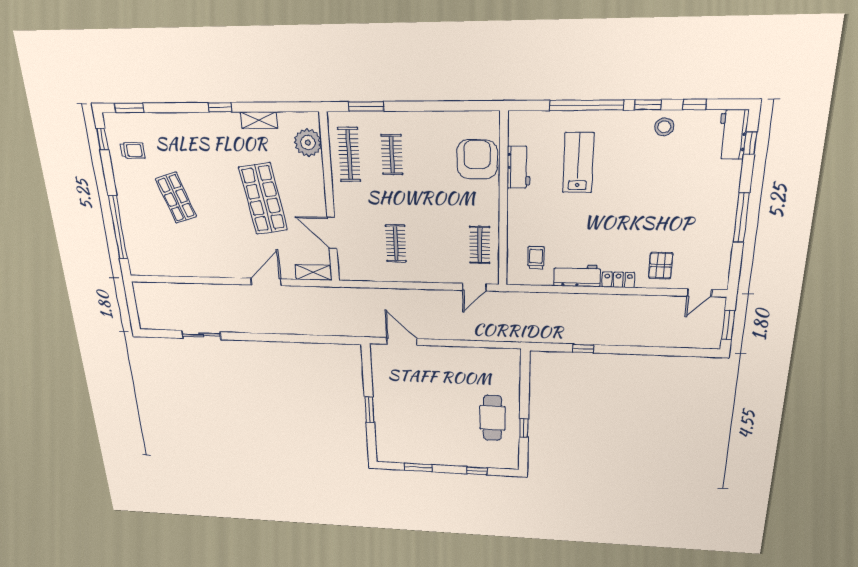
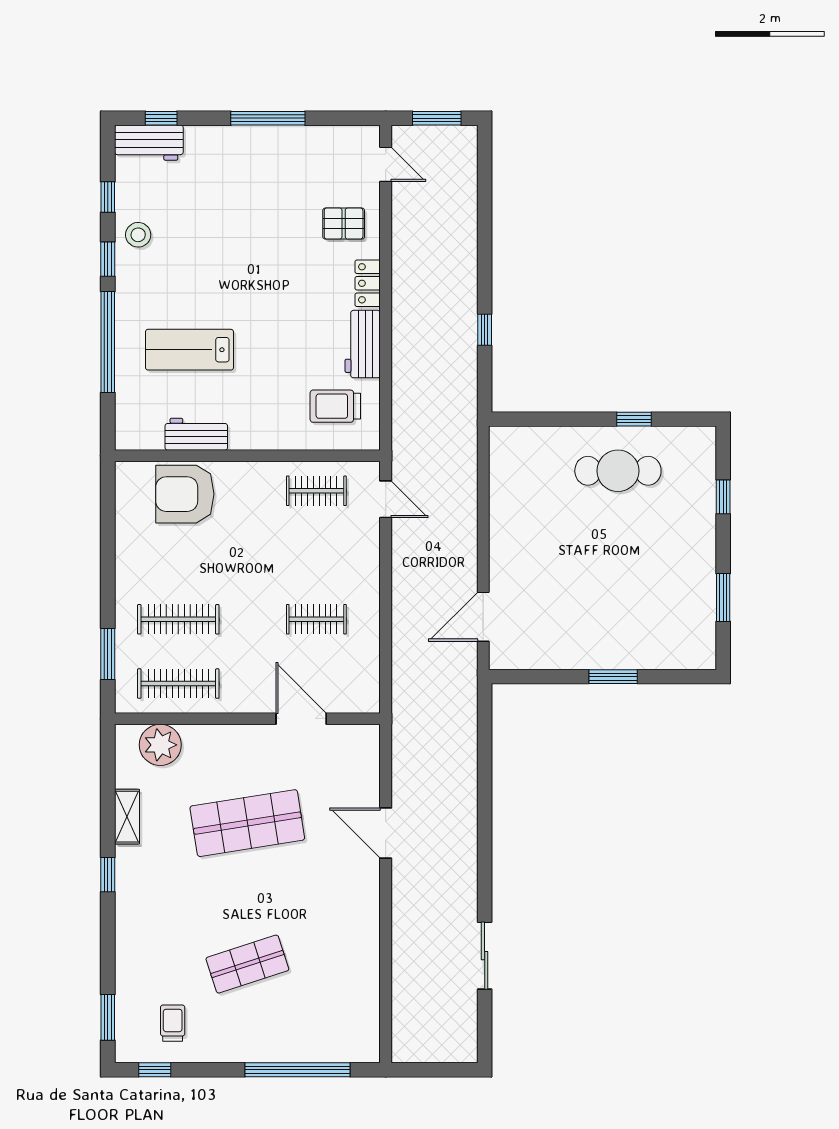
clothes rail: (392, 155) -> (178, 619), width x1.36
door: (332, 233) -> (301, 719), swing flipped
trolley: (536, 258) -> (335, 406), width x1.36, depth x1.39
shelving: (313, 272) -> (367, 754), removed

